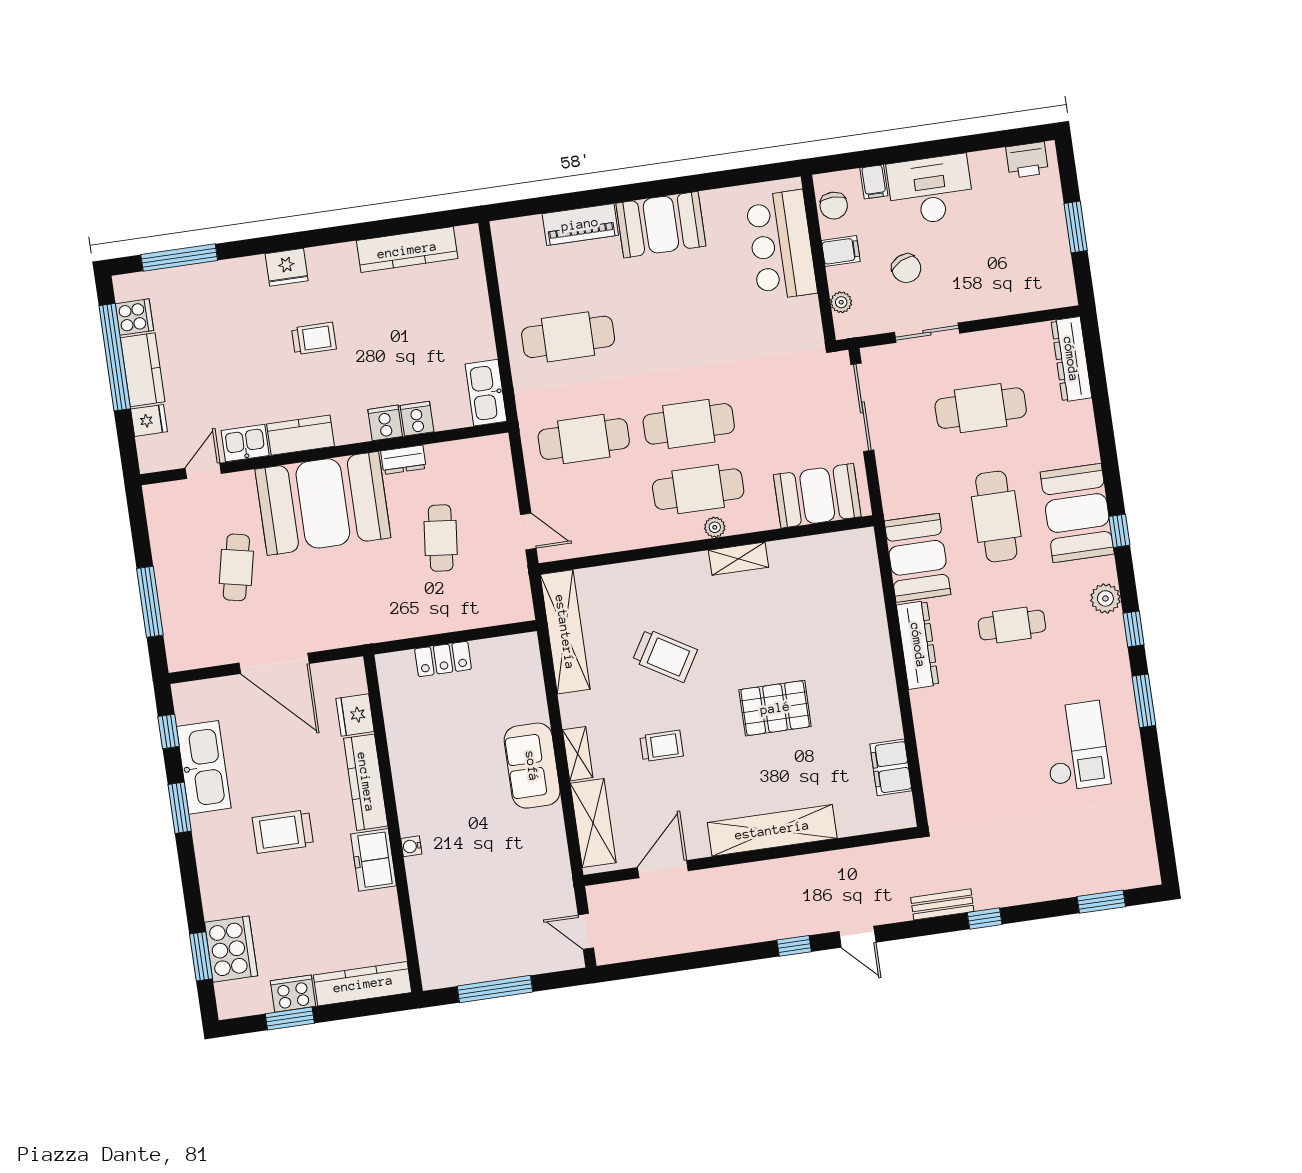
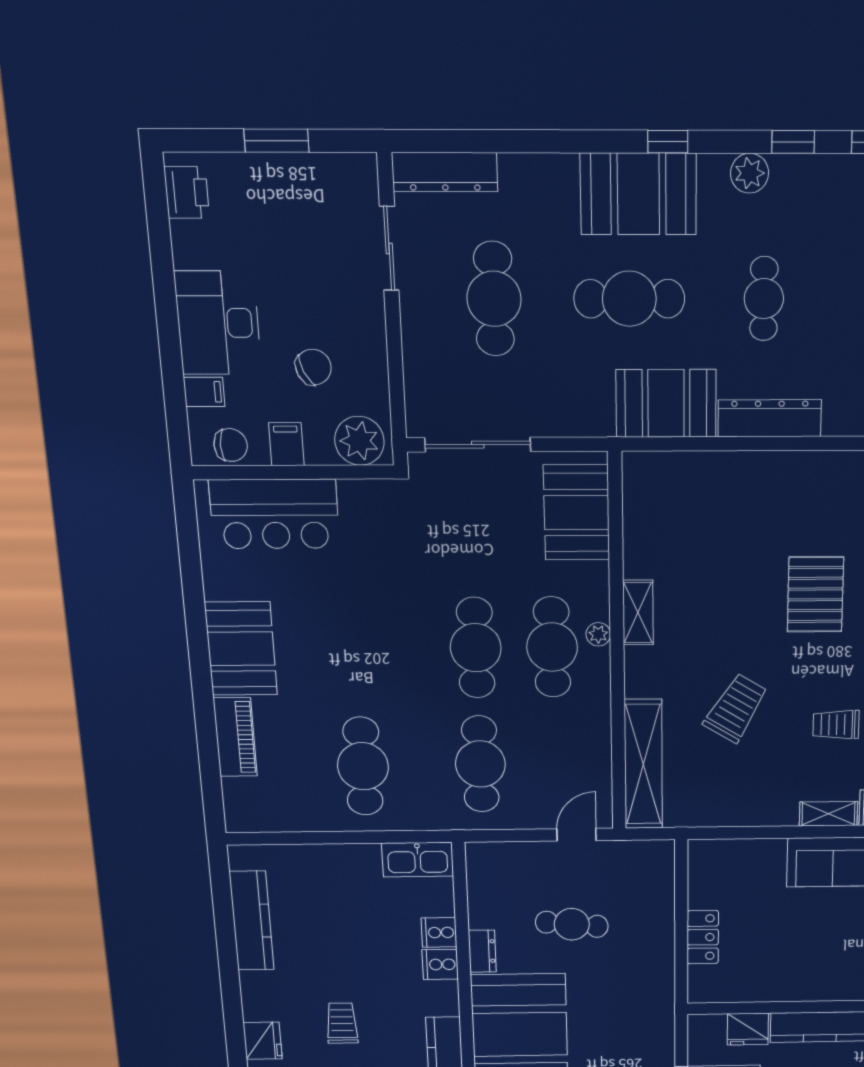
plant: (841, 302) -> (359, 441), width x1.87, depth x1.87
sliding door: (927, 333) -> (389, 249), moved
shelving: (565, 632) -> (643, 764), moved, turned 90
trolley: (662, 746) -> (836, 725), turned -90

